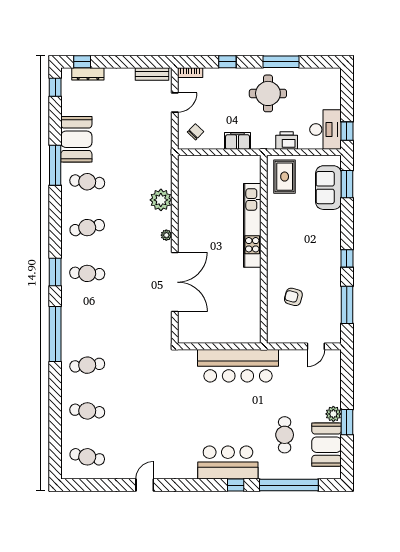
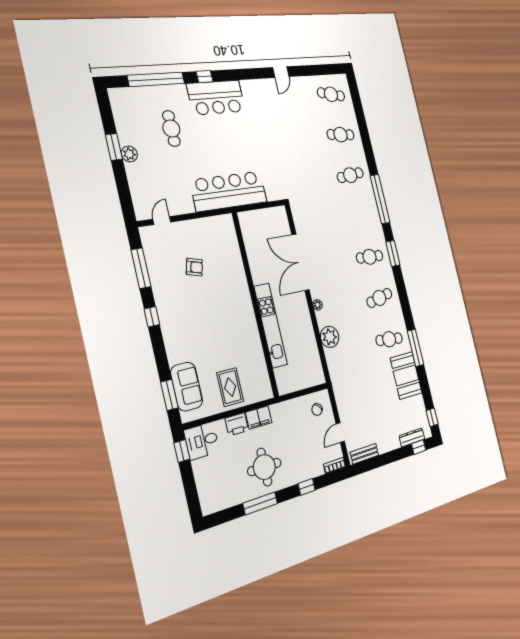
desk: (326, 130) -> (202, 441), width x0.73
filing cabinet: (238, 141) -> (259, 417), moved
kitchen unit: (252, 225) -> (271, 325), moved
wall: (264, 249) -> (255, 304), moved
booth: (327, 445) -> (129, 122), removed

